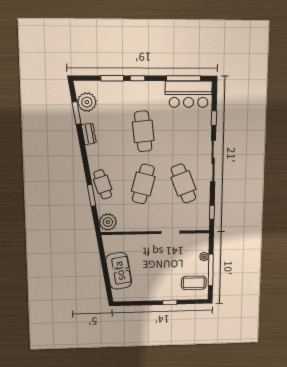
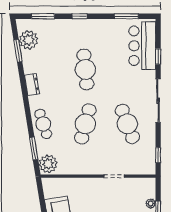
window: (112, 78) -> (43, 16), moved
window: (184, 78) -> (126, 16), width x0.69
bar counter: (189, 94) -> (142, 46), moved, turned 90
dresser: (89, 134) -> (32, 85), moved
window: (91, 195) -> (34, 149), moved

